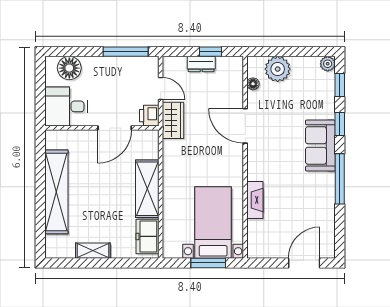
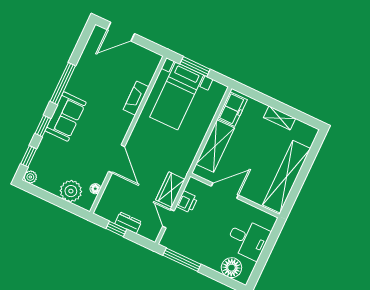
wall: (102, 128) -> (235, 195), moved
door: (115, 128) -> (225, 191), moved

